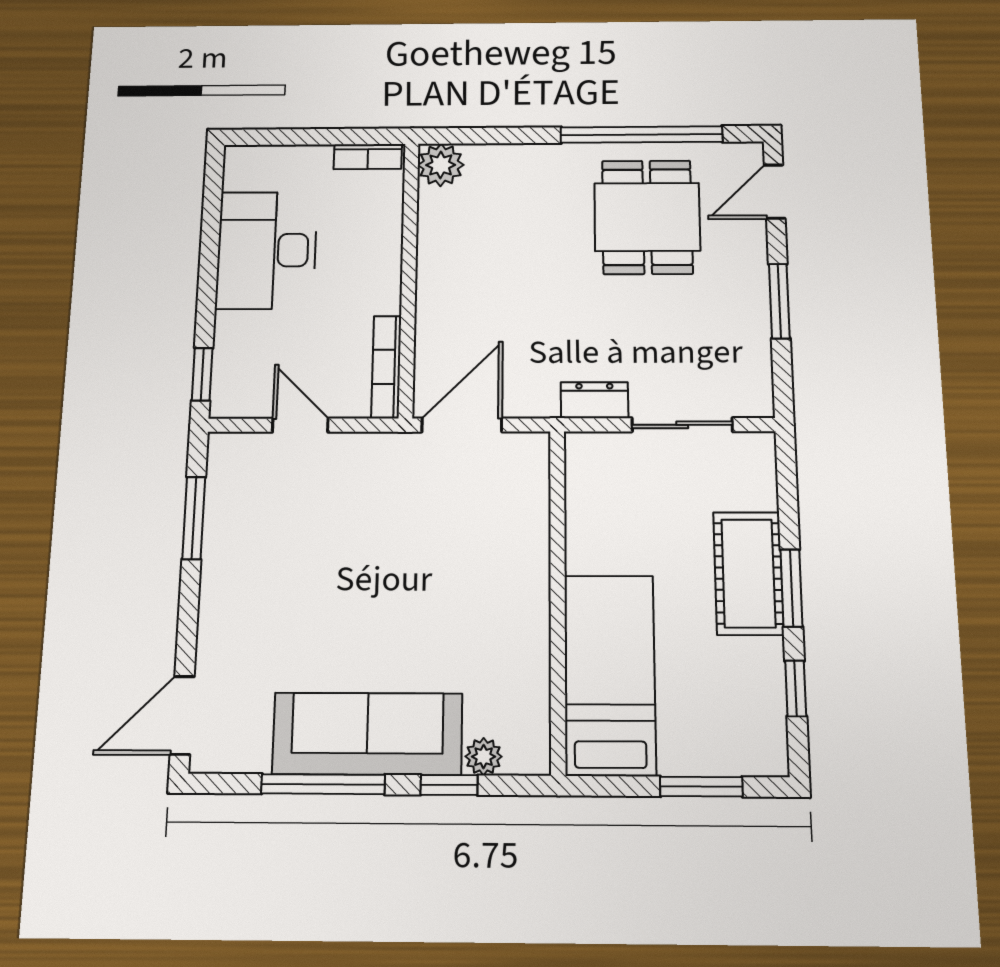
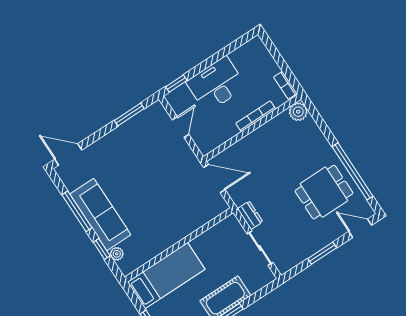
desk: (267, 250) -> (216, 84), moved
bookcase: (386, 367) -> (256, 116), moved

